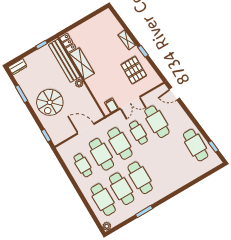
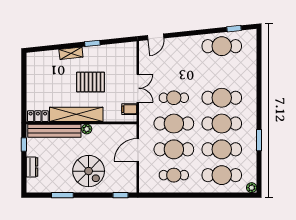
shelving: (82, 64) -> (76, 114), width x1.47
dresser: (18, 67) -> (32, 167), moved
pallet: (134, 70) -> (91, 82), moved
cafe table: (157, 122) -> (222, 98), moved

